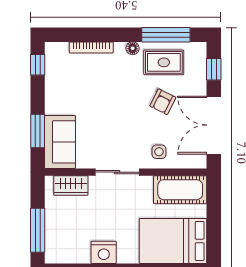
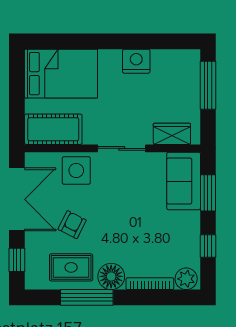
window: (166, 35) -> (87, 297), moved
floor lamp: (133, 48) -> (111, 276), width x1.89, depth x1.89
plant: (58, 52) -> (186, 279), added
window: (38, 65) -> (208, 246), moved
side table: (159, 152) -> (76, 170), width x1.87, depth x1.87

